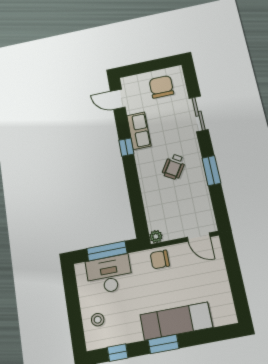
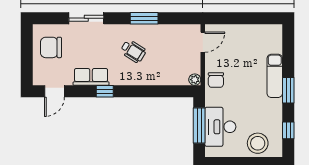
stool: (98, 320) -> (258, 143), width x1.89, depth x1.89
exam couch: (176, 321) -> (275, 76), width x0.73, depth x0.69

